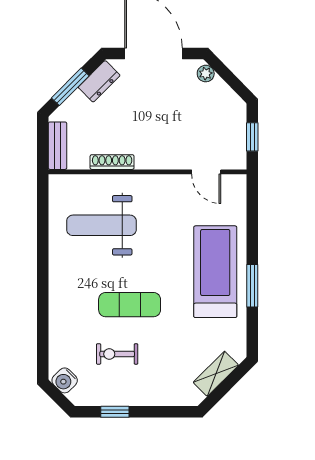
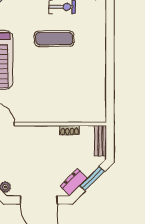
shoe rack: (112, 162) -> (70, 130), width x0.70
weight bench: (101, 225) -> (72, 90), removed

